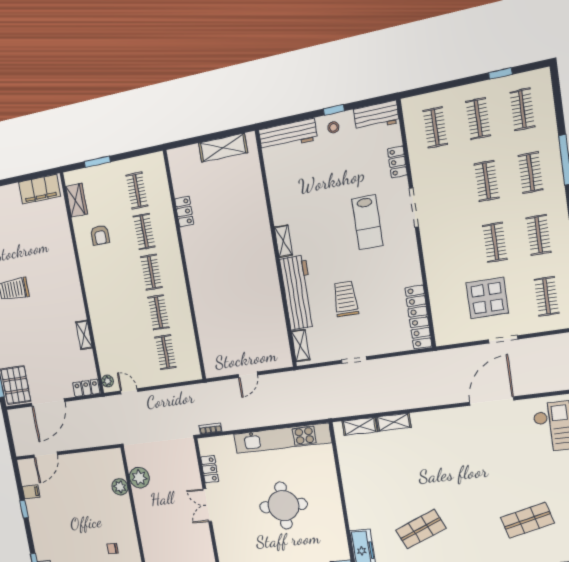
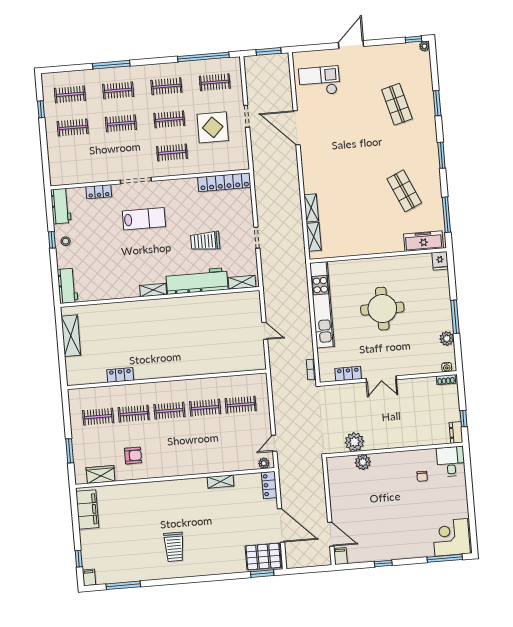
clothes rail: (435, 127) -> (172, 152), moved
workbench: (288, 135) -> (67, 286), width x0.73
filing cabinet: (31, 492) -> (340, 556), moved

